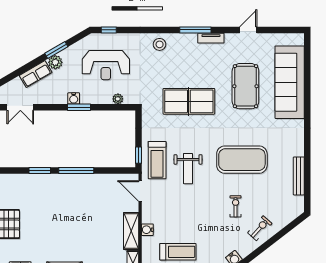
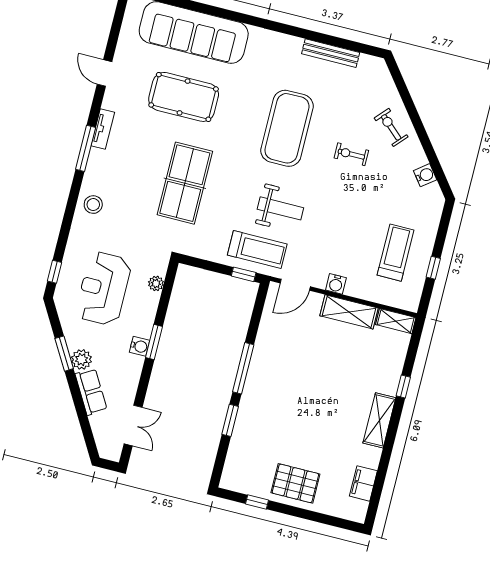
reception desk: (106, 65) -> (103, 289), turned 180
water cooler: (147, 230) -> (336, 284), moved

